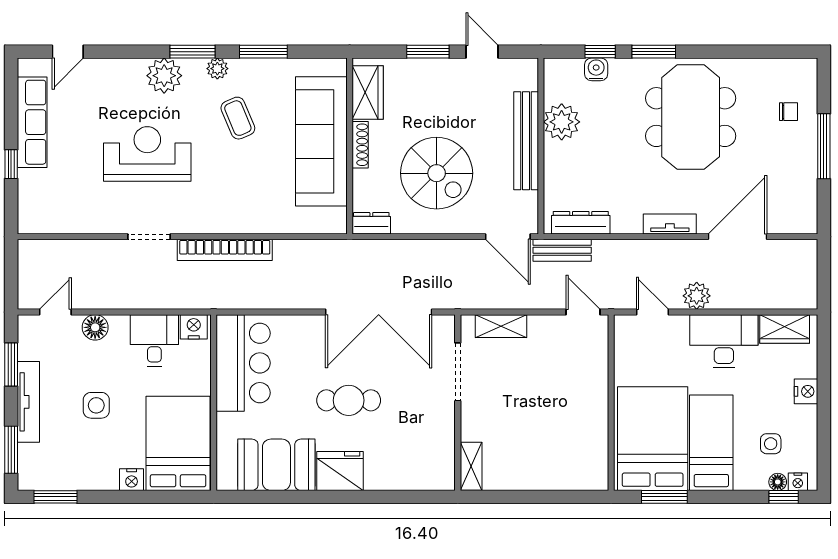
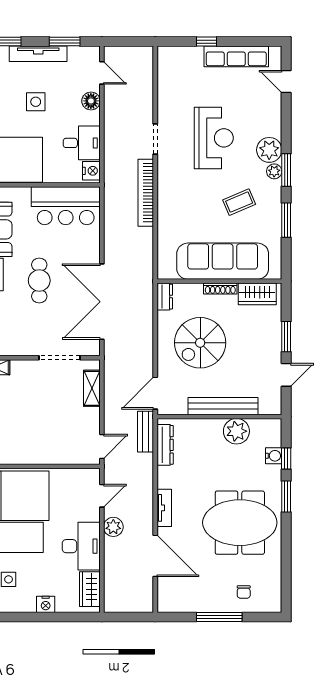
plant: (217, 69) -> (274, 171), moved

